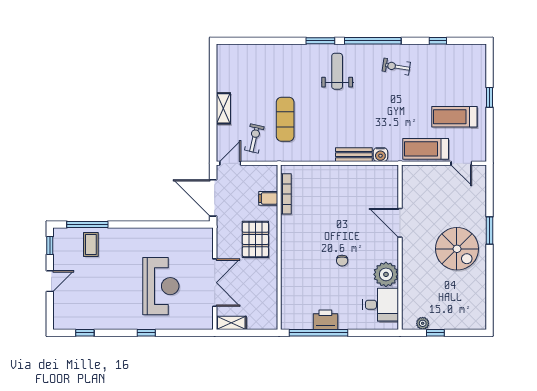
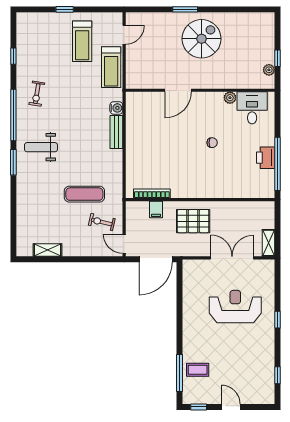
shelving: (223, 108) -> (48, 250), moved
plant: (386, 274) -> (230, 98), width x0.53, depth x0.53

